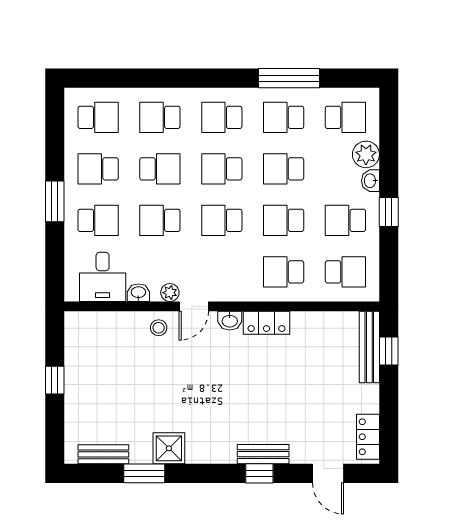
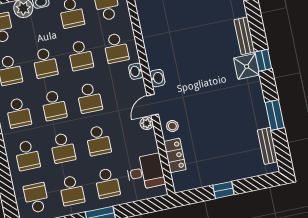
school desk: (160, 169) -> (63, 148), turned 180
school desk: (98, 220) -> (107, 183), turned 180
washbasin: (138, 293) -> (136, 71), moved
door: (194, 306) -> (153, 105), swing flipped
locker: (267, 323) -> (175, 155), moved
shower: (169, 448) -> (247, 66), moved
window: (259, 473) -> (263, 60), moved

